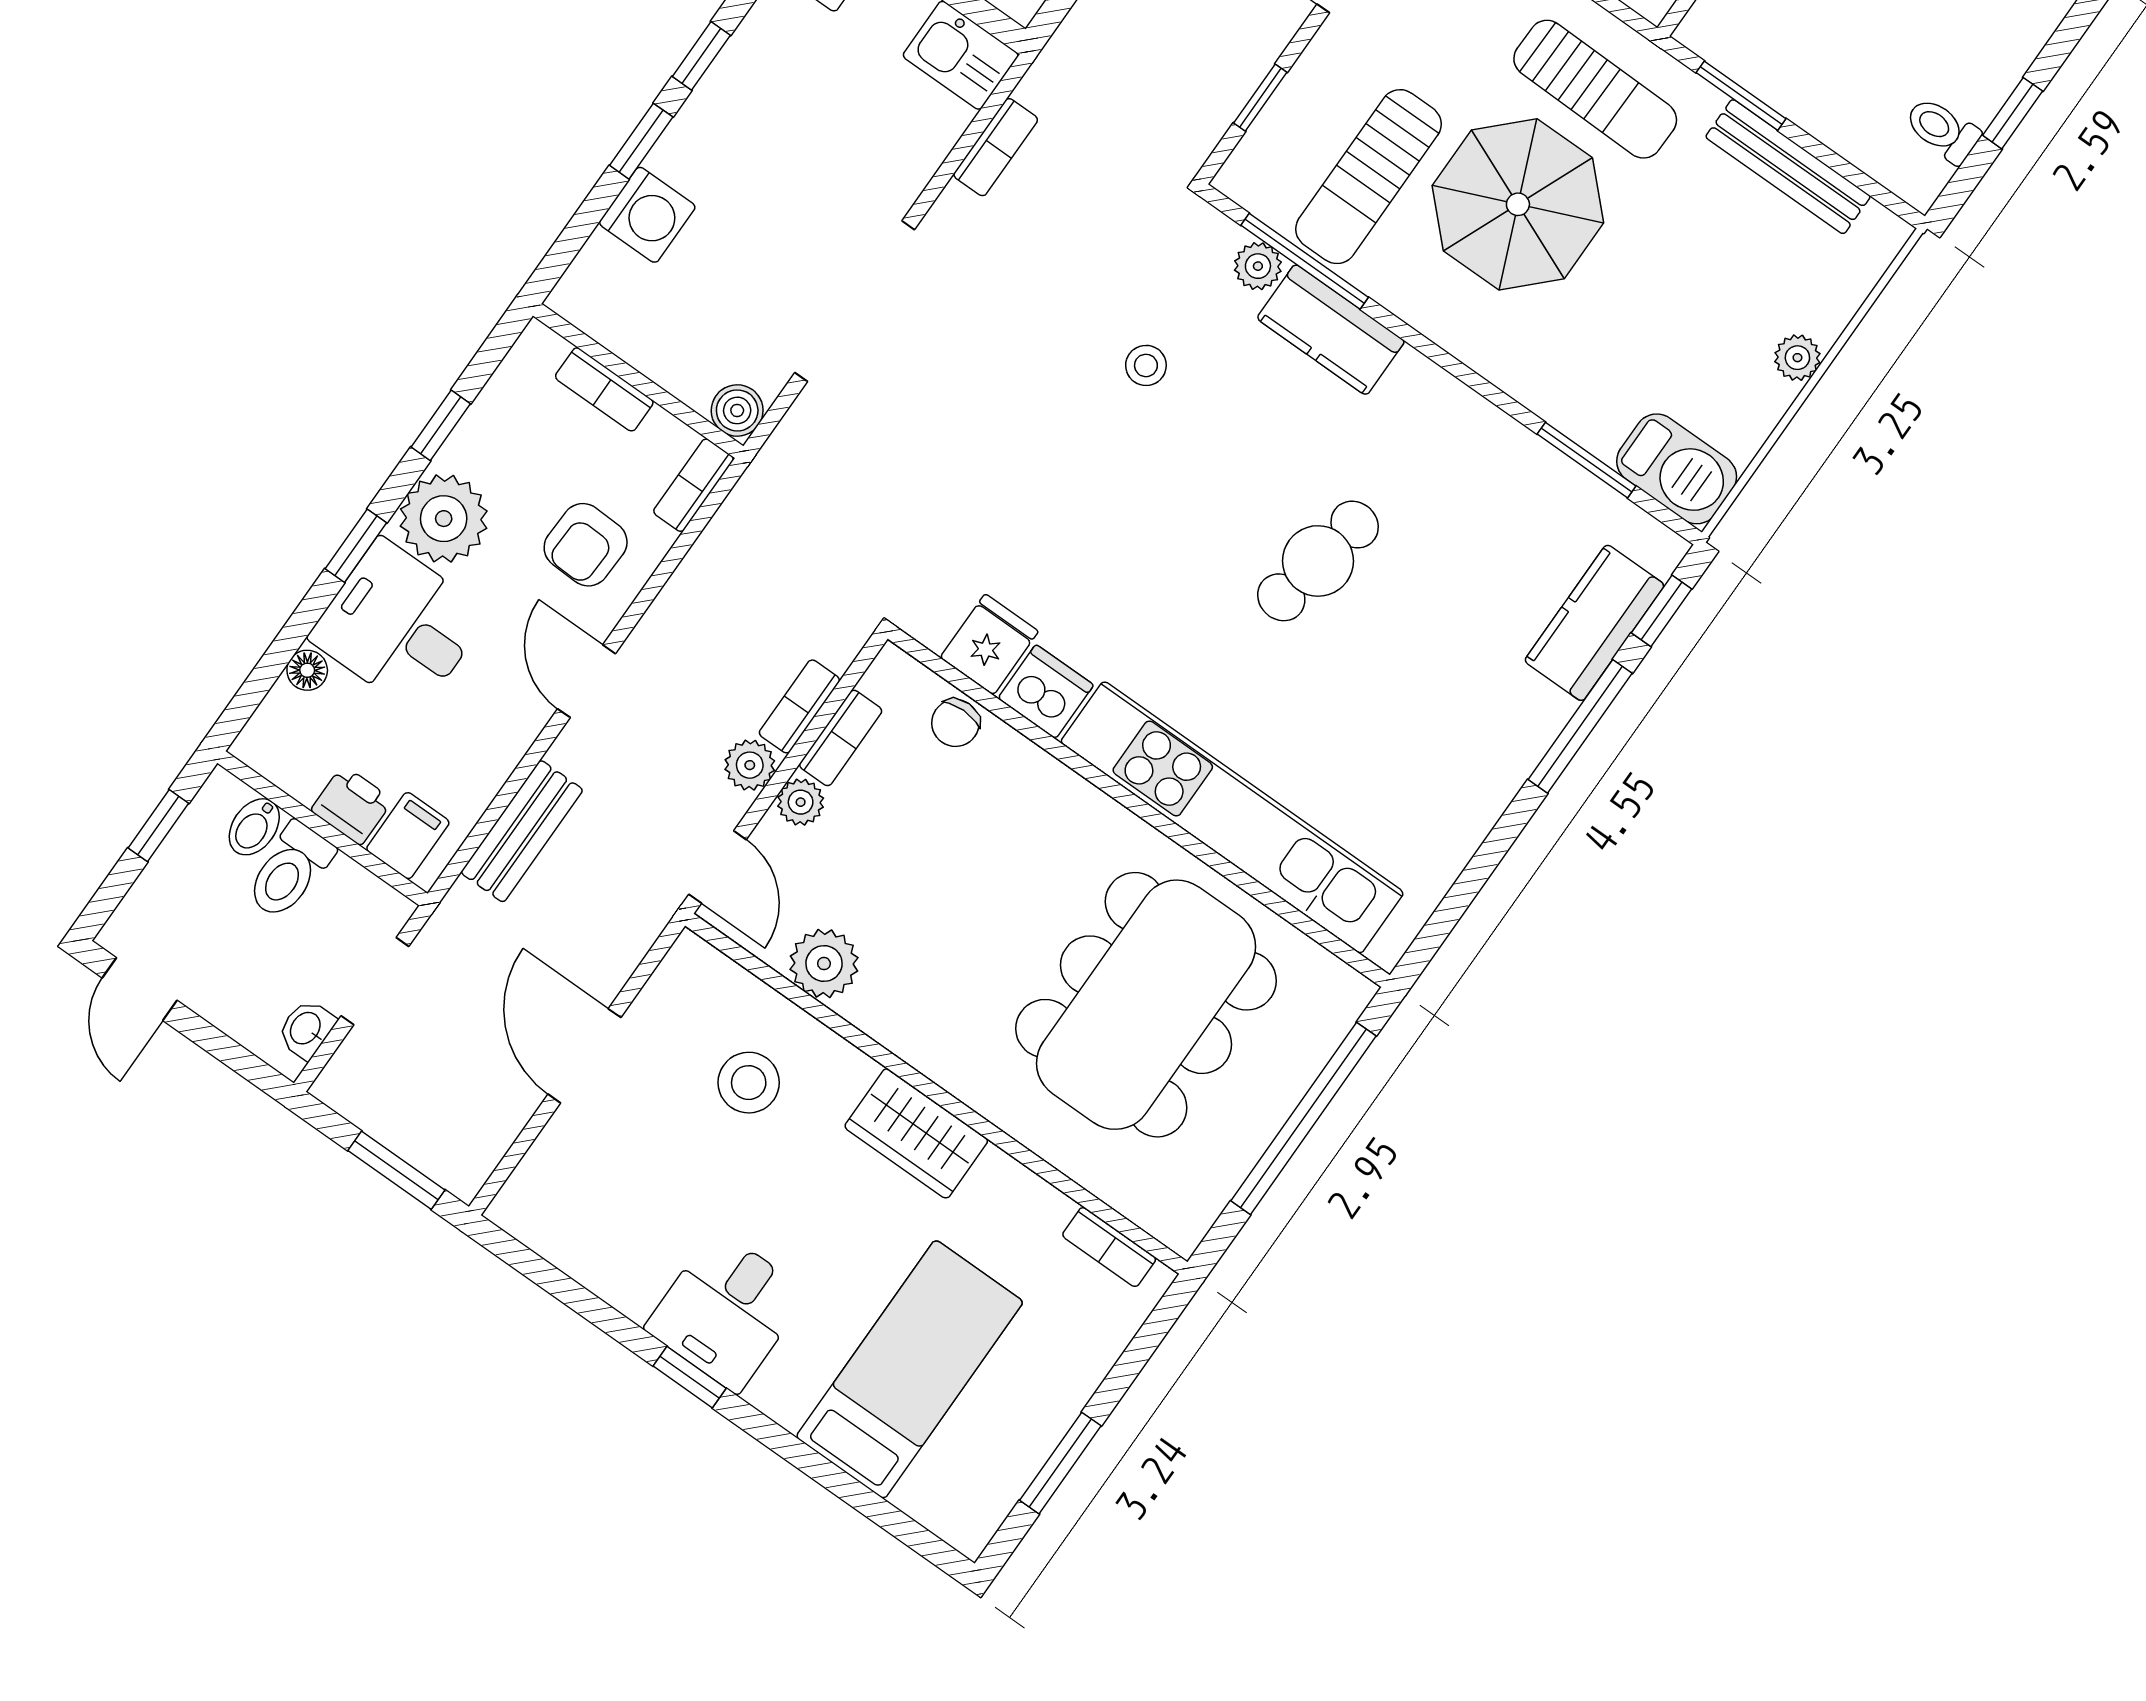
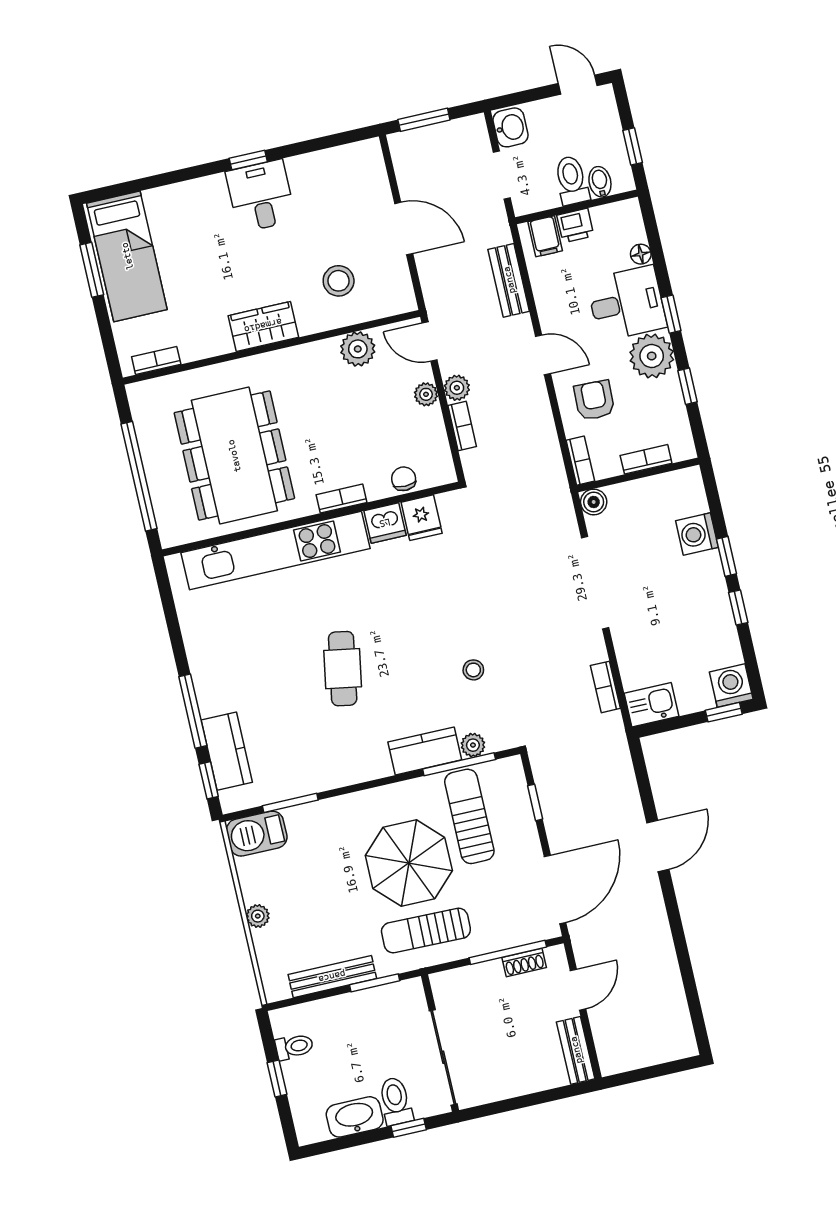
bookcase: (841, 738) -> (342, 499), moved, turned 90
washbasin: (306, 1029) -> (511, 127), width x1.38, depth x1.45
bed: (910, 1369) -> (127, 256), moved

